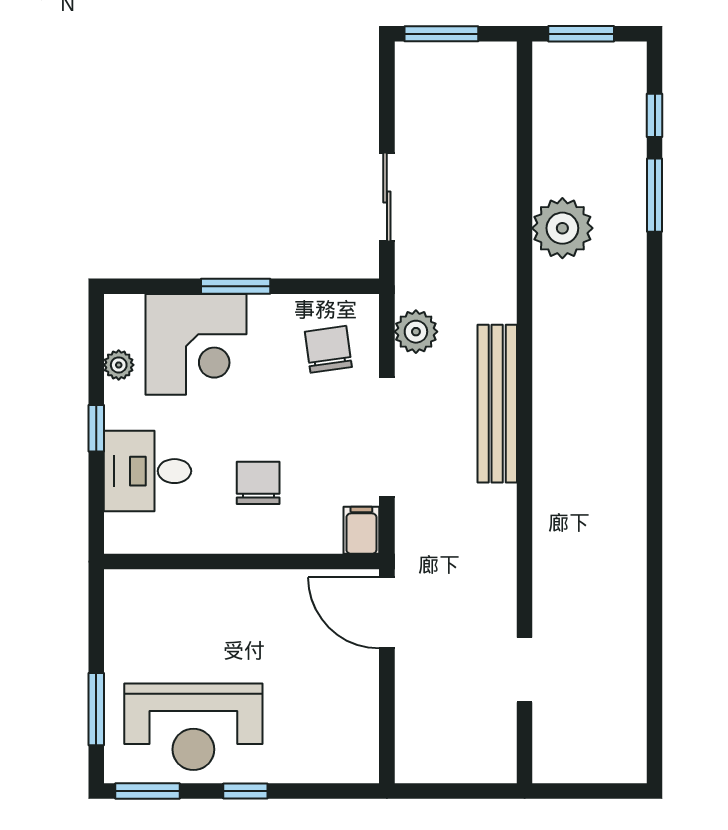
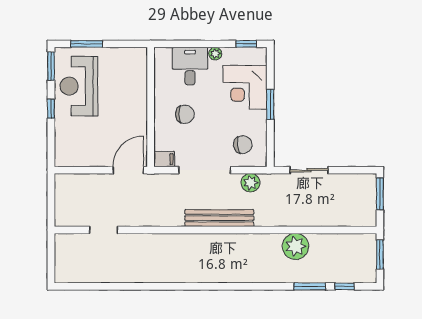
plant: (119, 365) -> (215, 54), moved
window: (96, 428) -> (246, 44), moved

